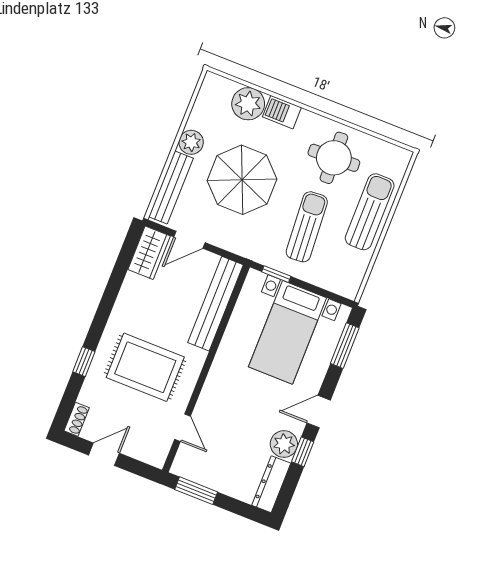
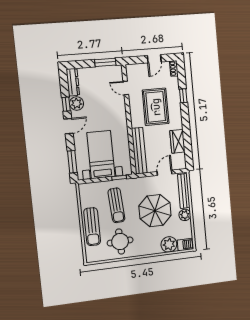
barbecue: (282, 112) -> (185, 244), moved
wardrobe: (149, 253) -> (177, 141), moved
rug: (145, 367) -> (156, 107), turned 90

